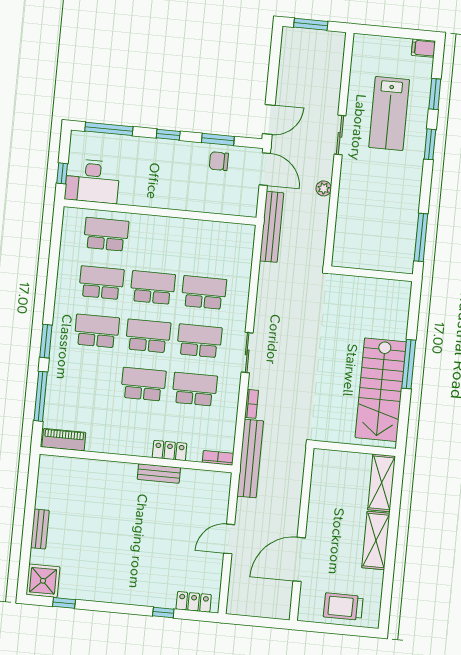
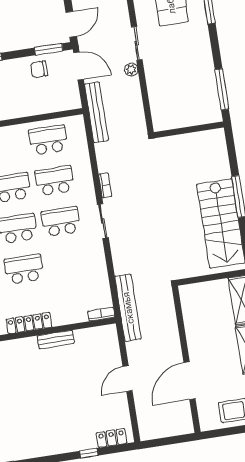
sliding door: (340, 135) -> (137, 43), moved
window: (218, 139) -> (49, 49), moved
school desk: (195, 389) -> (48, 140), moved
bookcase: (252, 404) -> (105, 185), moved
locker: (170, 450) -> (29, 323), moved, width x1.53

